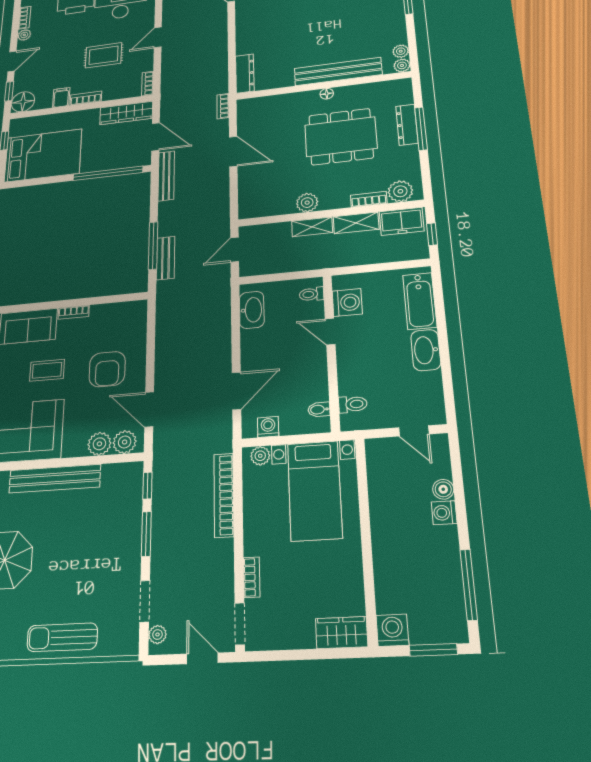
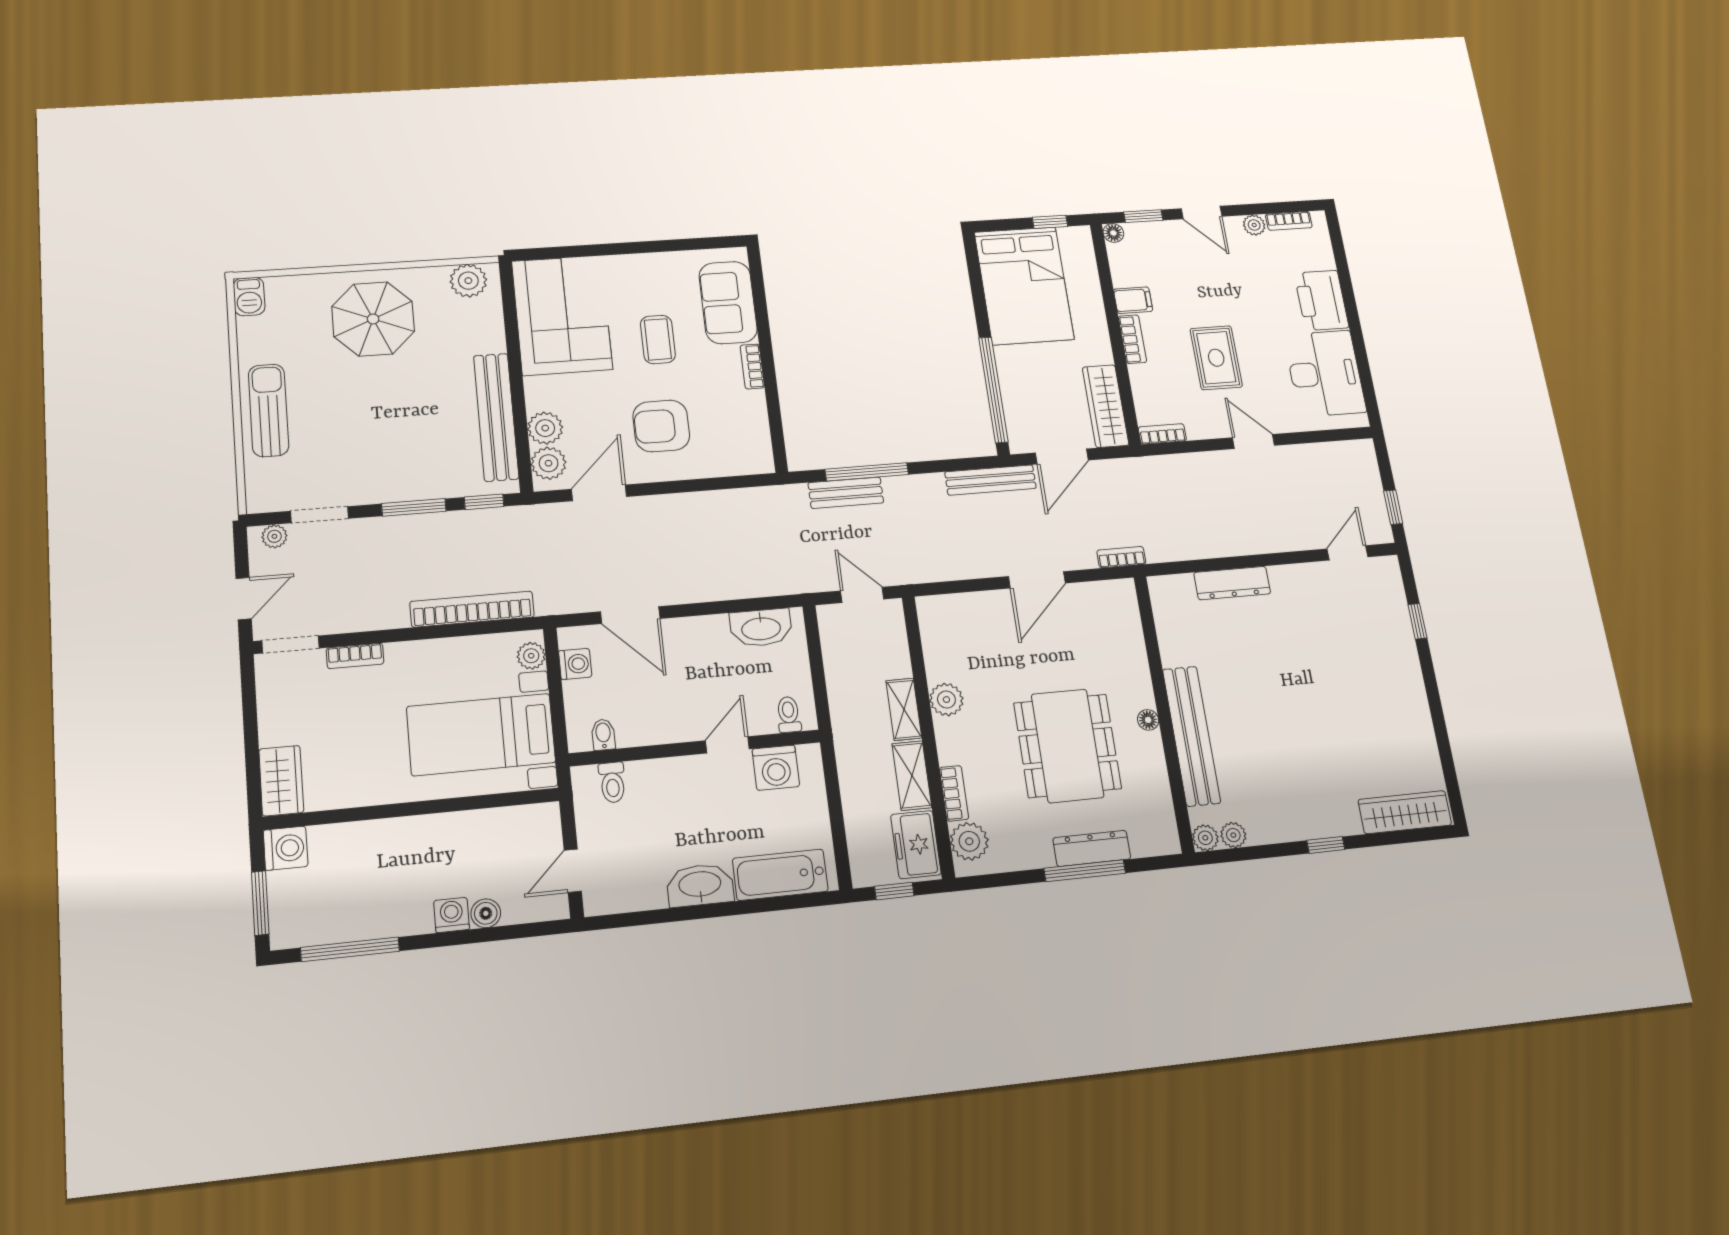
dresser: (245, 73) -> (1232, 583), moved
floor lamp: (23, 102) -> (1113, 233), width x0.53, depth x0.53
bench: (55, 479) -> (496, 417), moved

